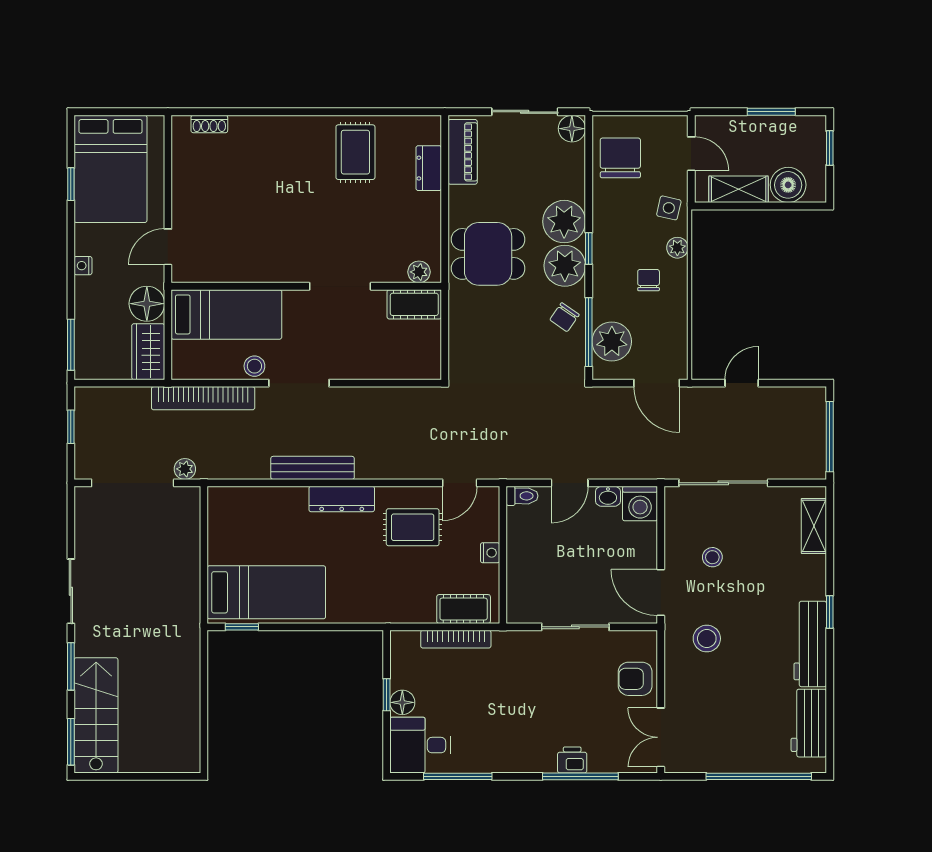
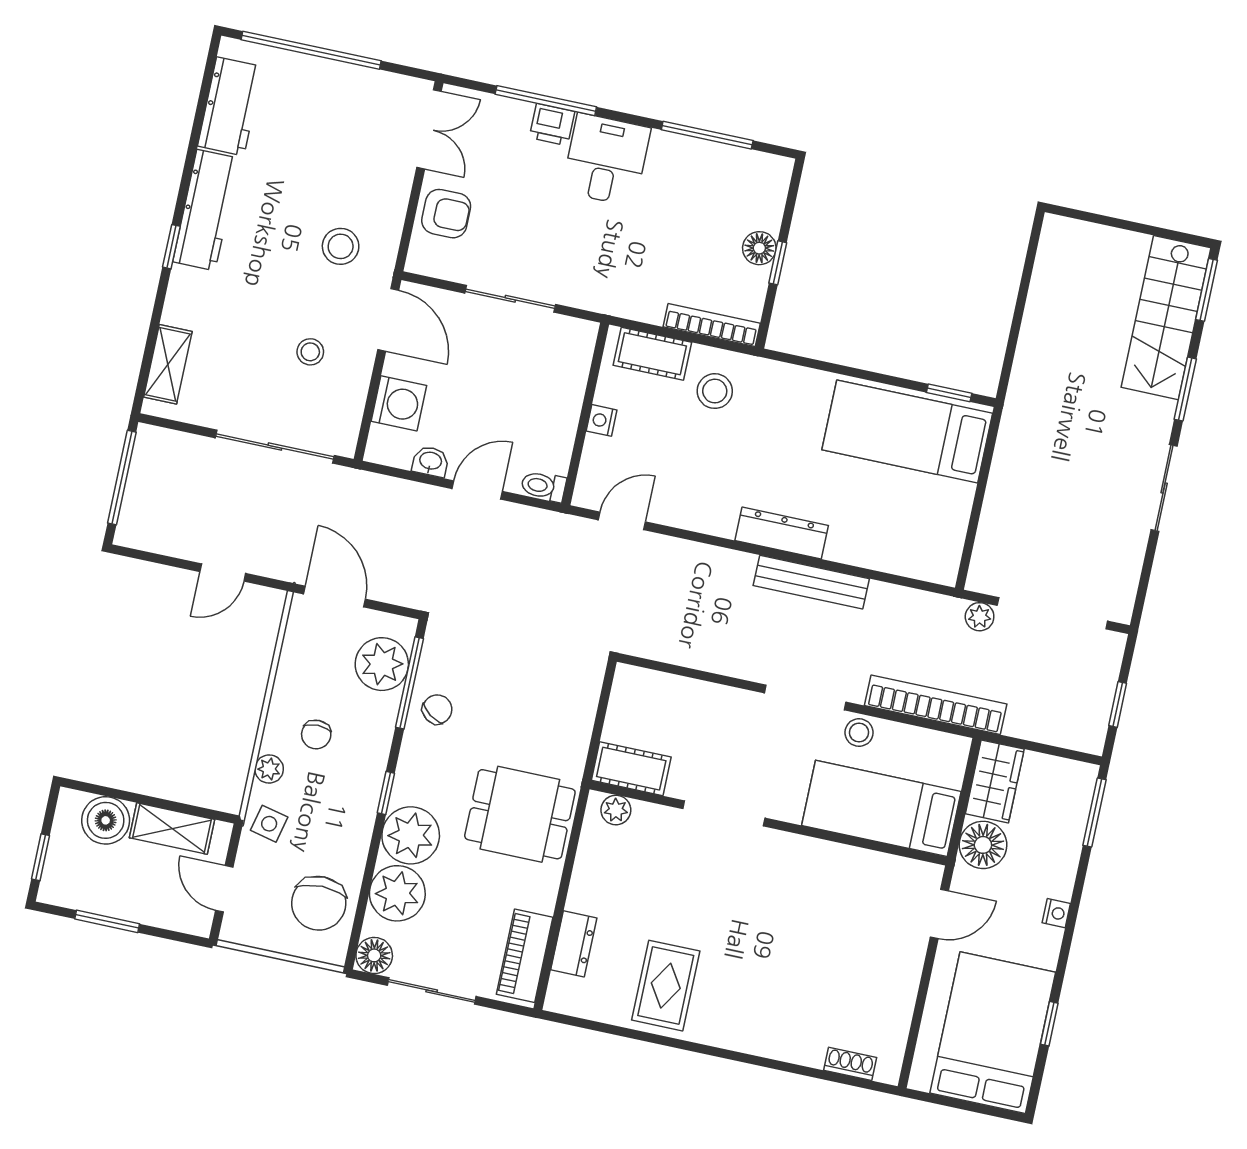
plant: (565, 266) -> (397, 893), moved
washing machine: (640, 504) -> (399, 403), moved, turned 90
rug: (413, 527) -> (696, 476), removed
stool: (412, 592) -> (715, 391), added
bookcase: (456, 639) -> (712, 325), moved
desk: (420, 745) -> (606, 160), moved, turned -90

